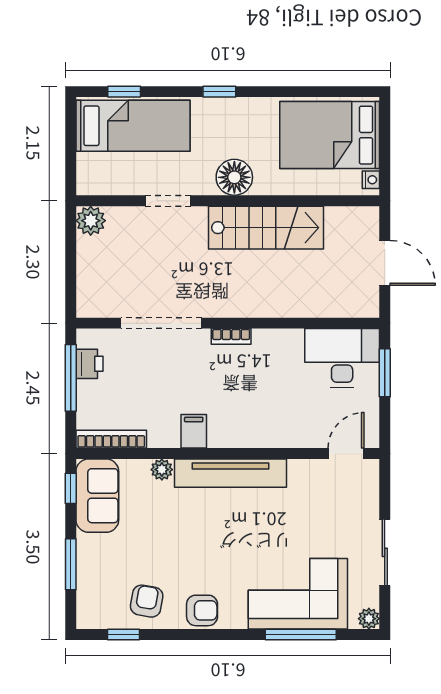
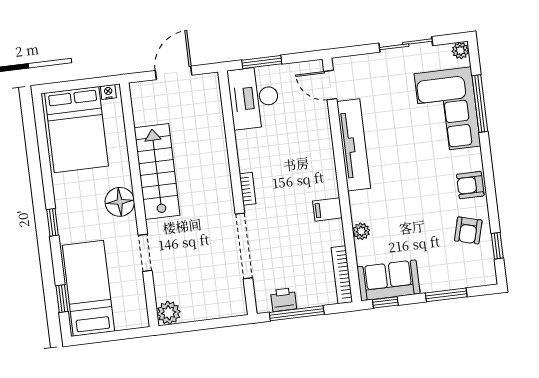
tv unit: (231, 473) -> (354, 145), moved
armchair: (147, 601) -> (468, 230), turned -85
armchair: (202, 610) -> (470, 185), turned -90

